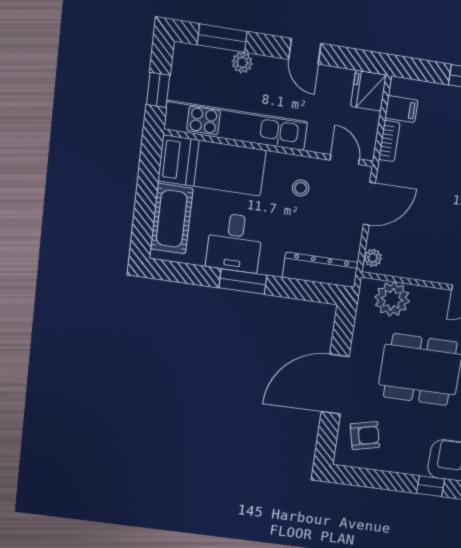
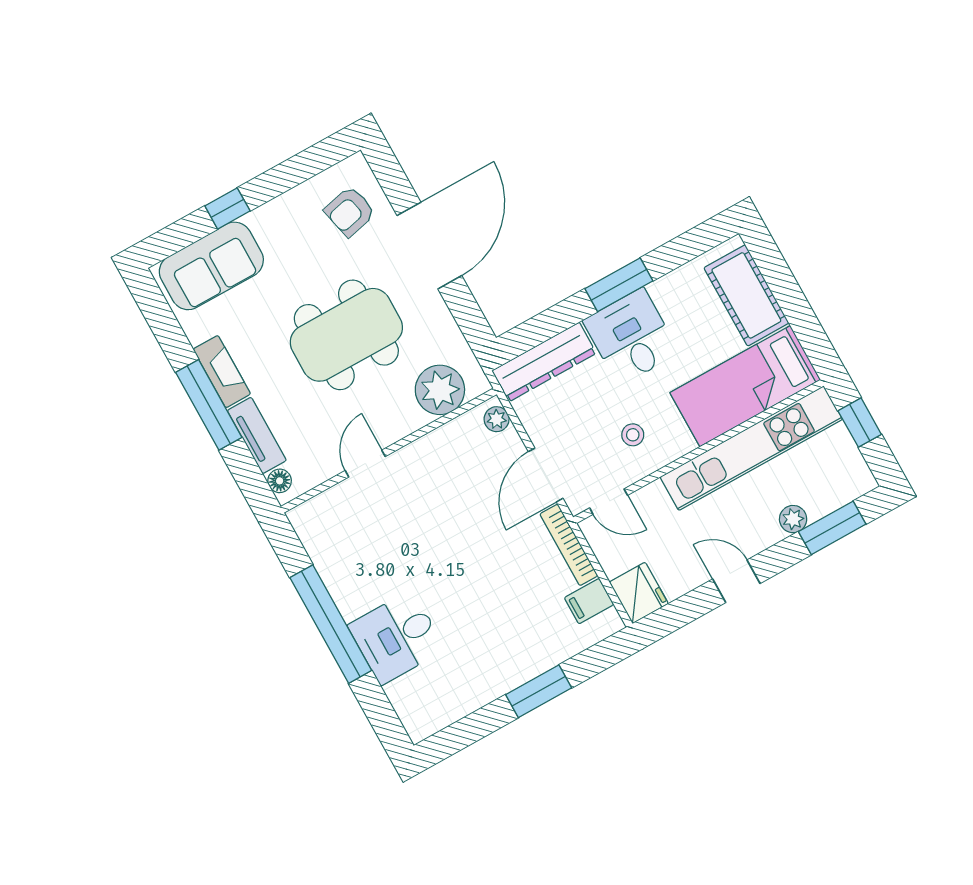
bookcase: (389, 141) -> (569, 545), width x1.56
desk: (234, 243) -> (631, 337), moved

